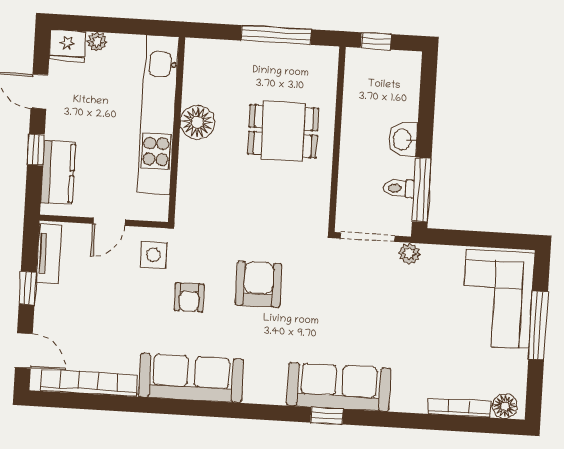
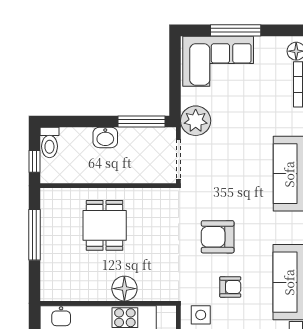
floor lamp: (197, 122) -> (124, 289), moved
toilet: (399, 188) -> (49, 142), moved, width x1.37, depth x1.39
plant: (409, 254) -> (196, 121), width x1.88, depth x1.88

